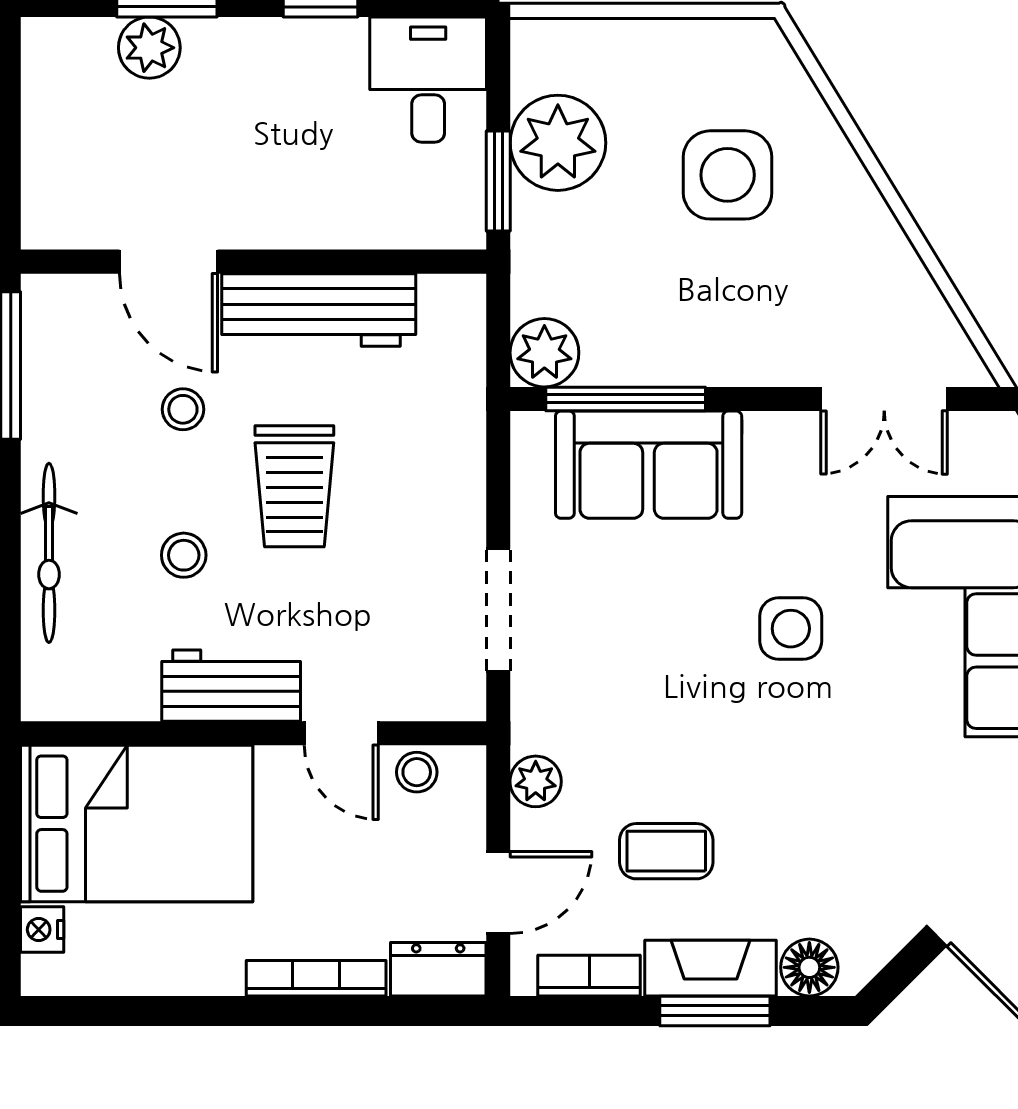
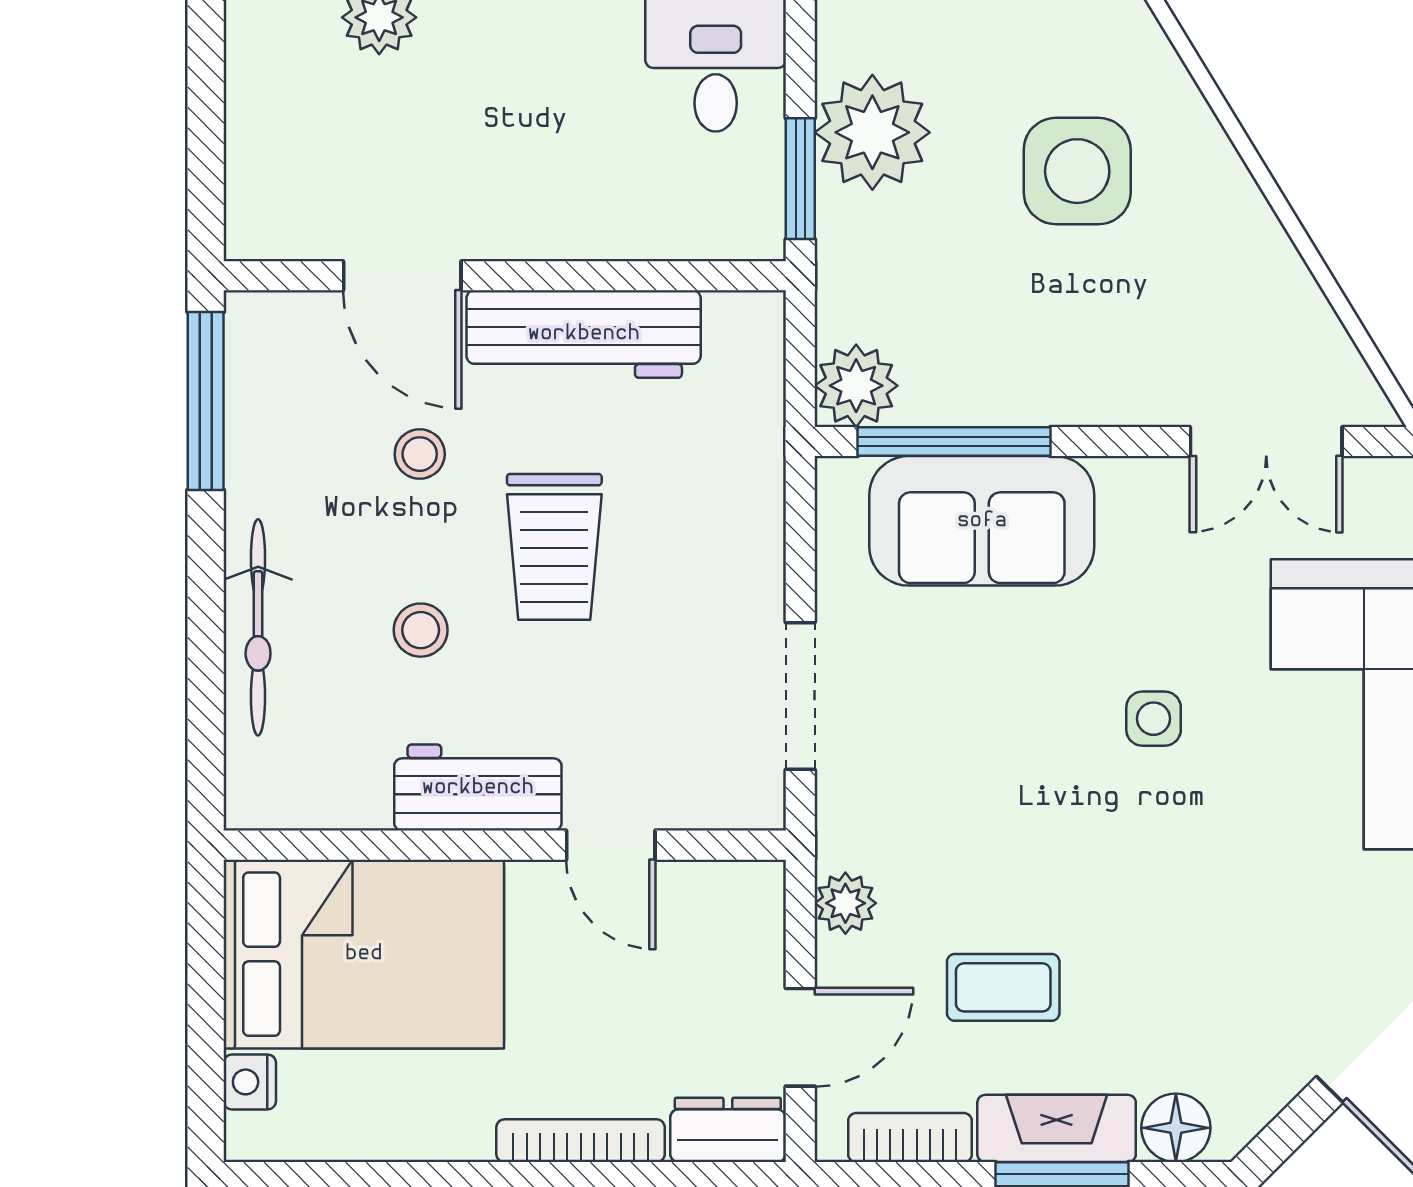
side table: (791, 629) -> (1154, 719), width x0.73, depth x0.73
stool: (417, 772) -> (702, 892), removed

